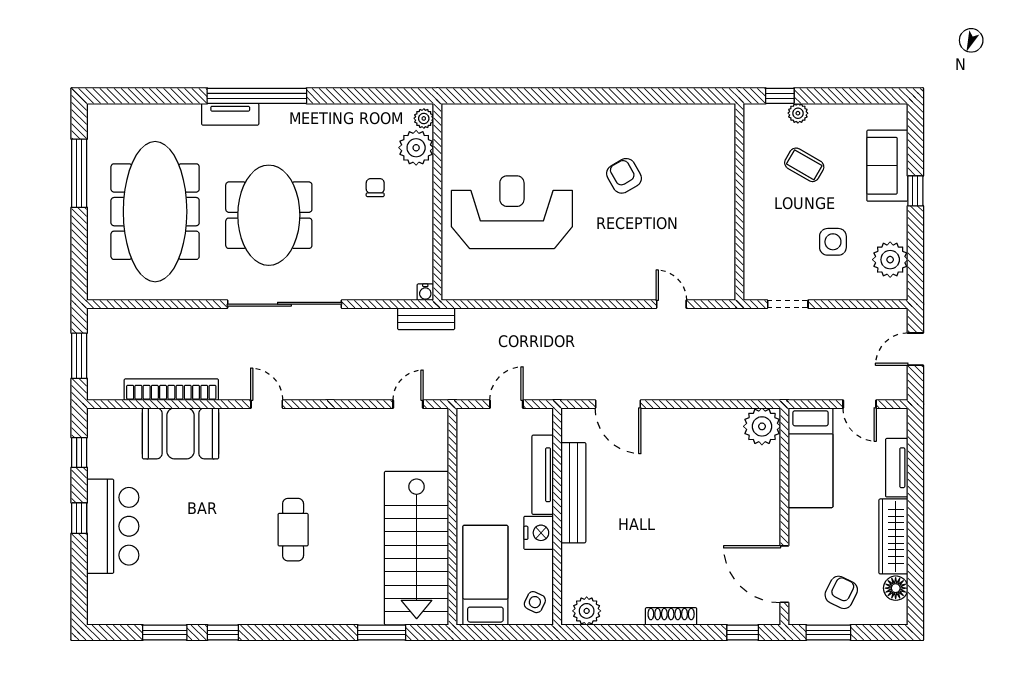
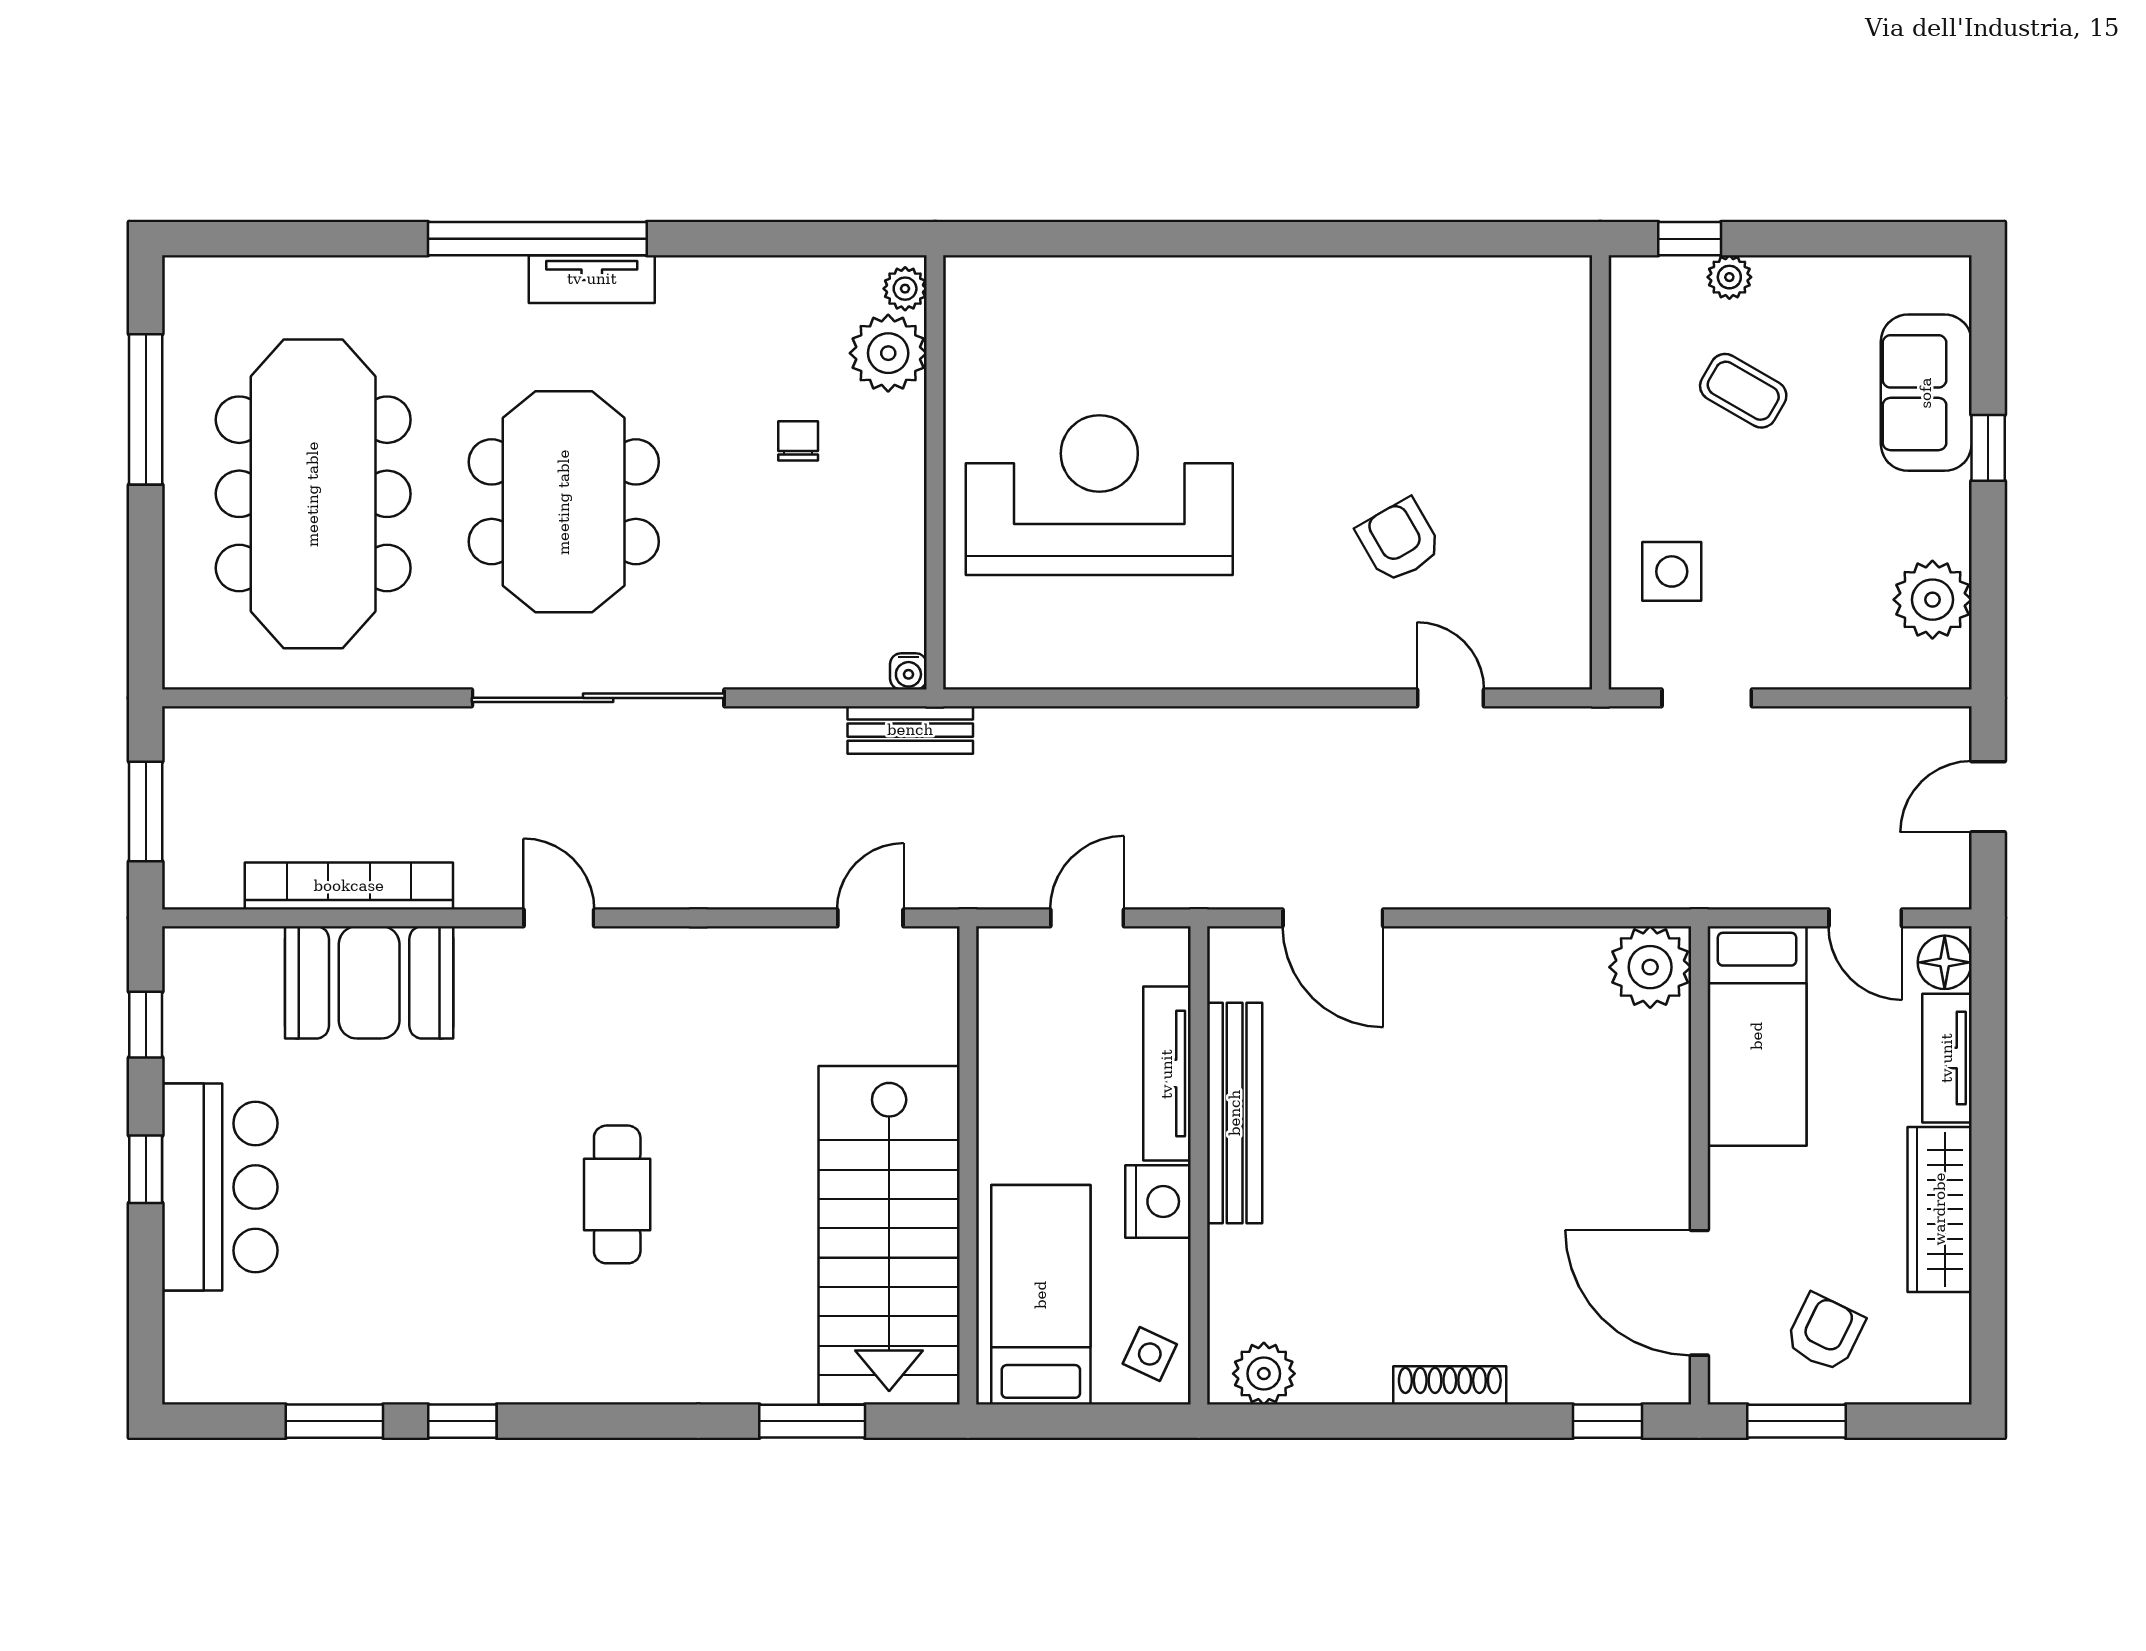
tv unit: (230, 114) -> (592, 279), moved
armchair: (624, 176) -> (1399, 541), moved
side table: (833, 242) -> (1672, 571), moved
floor lamp: (896, 588) -> (1945, 962), moved

